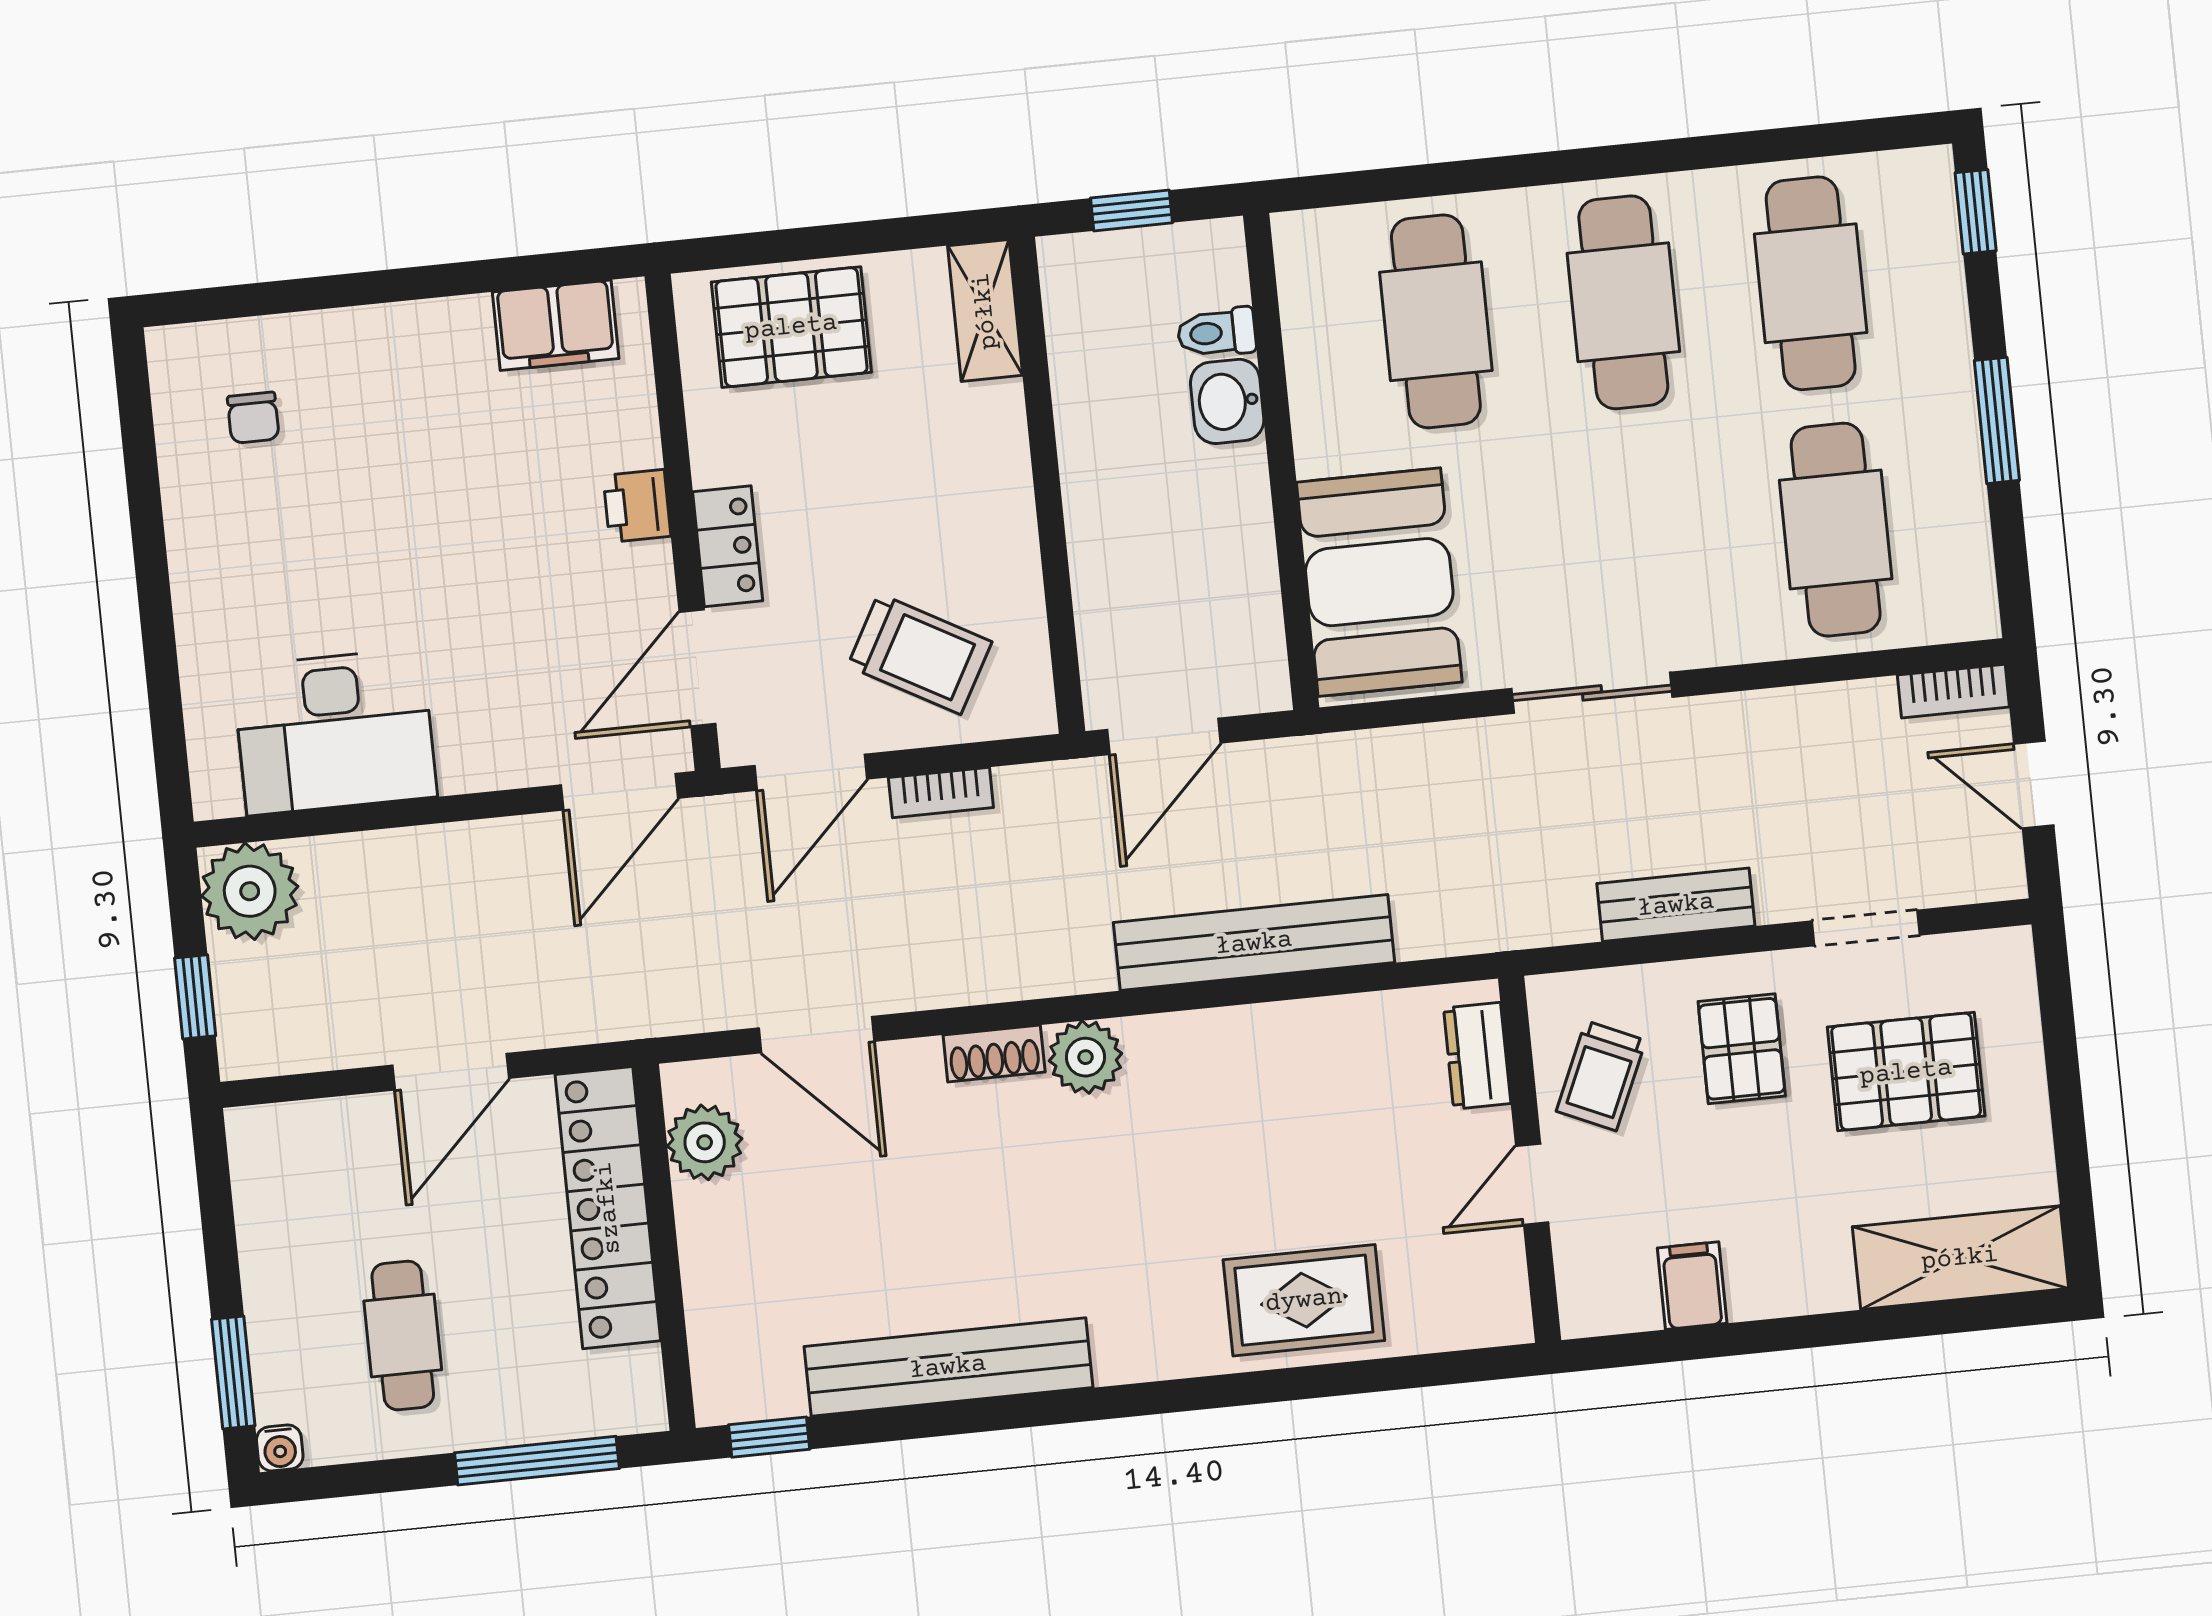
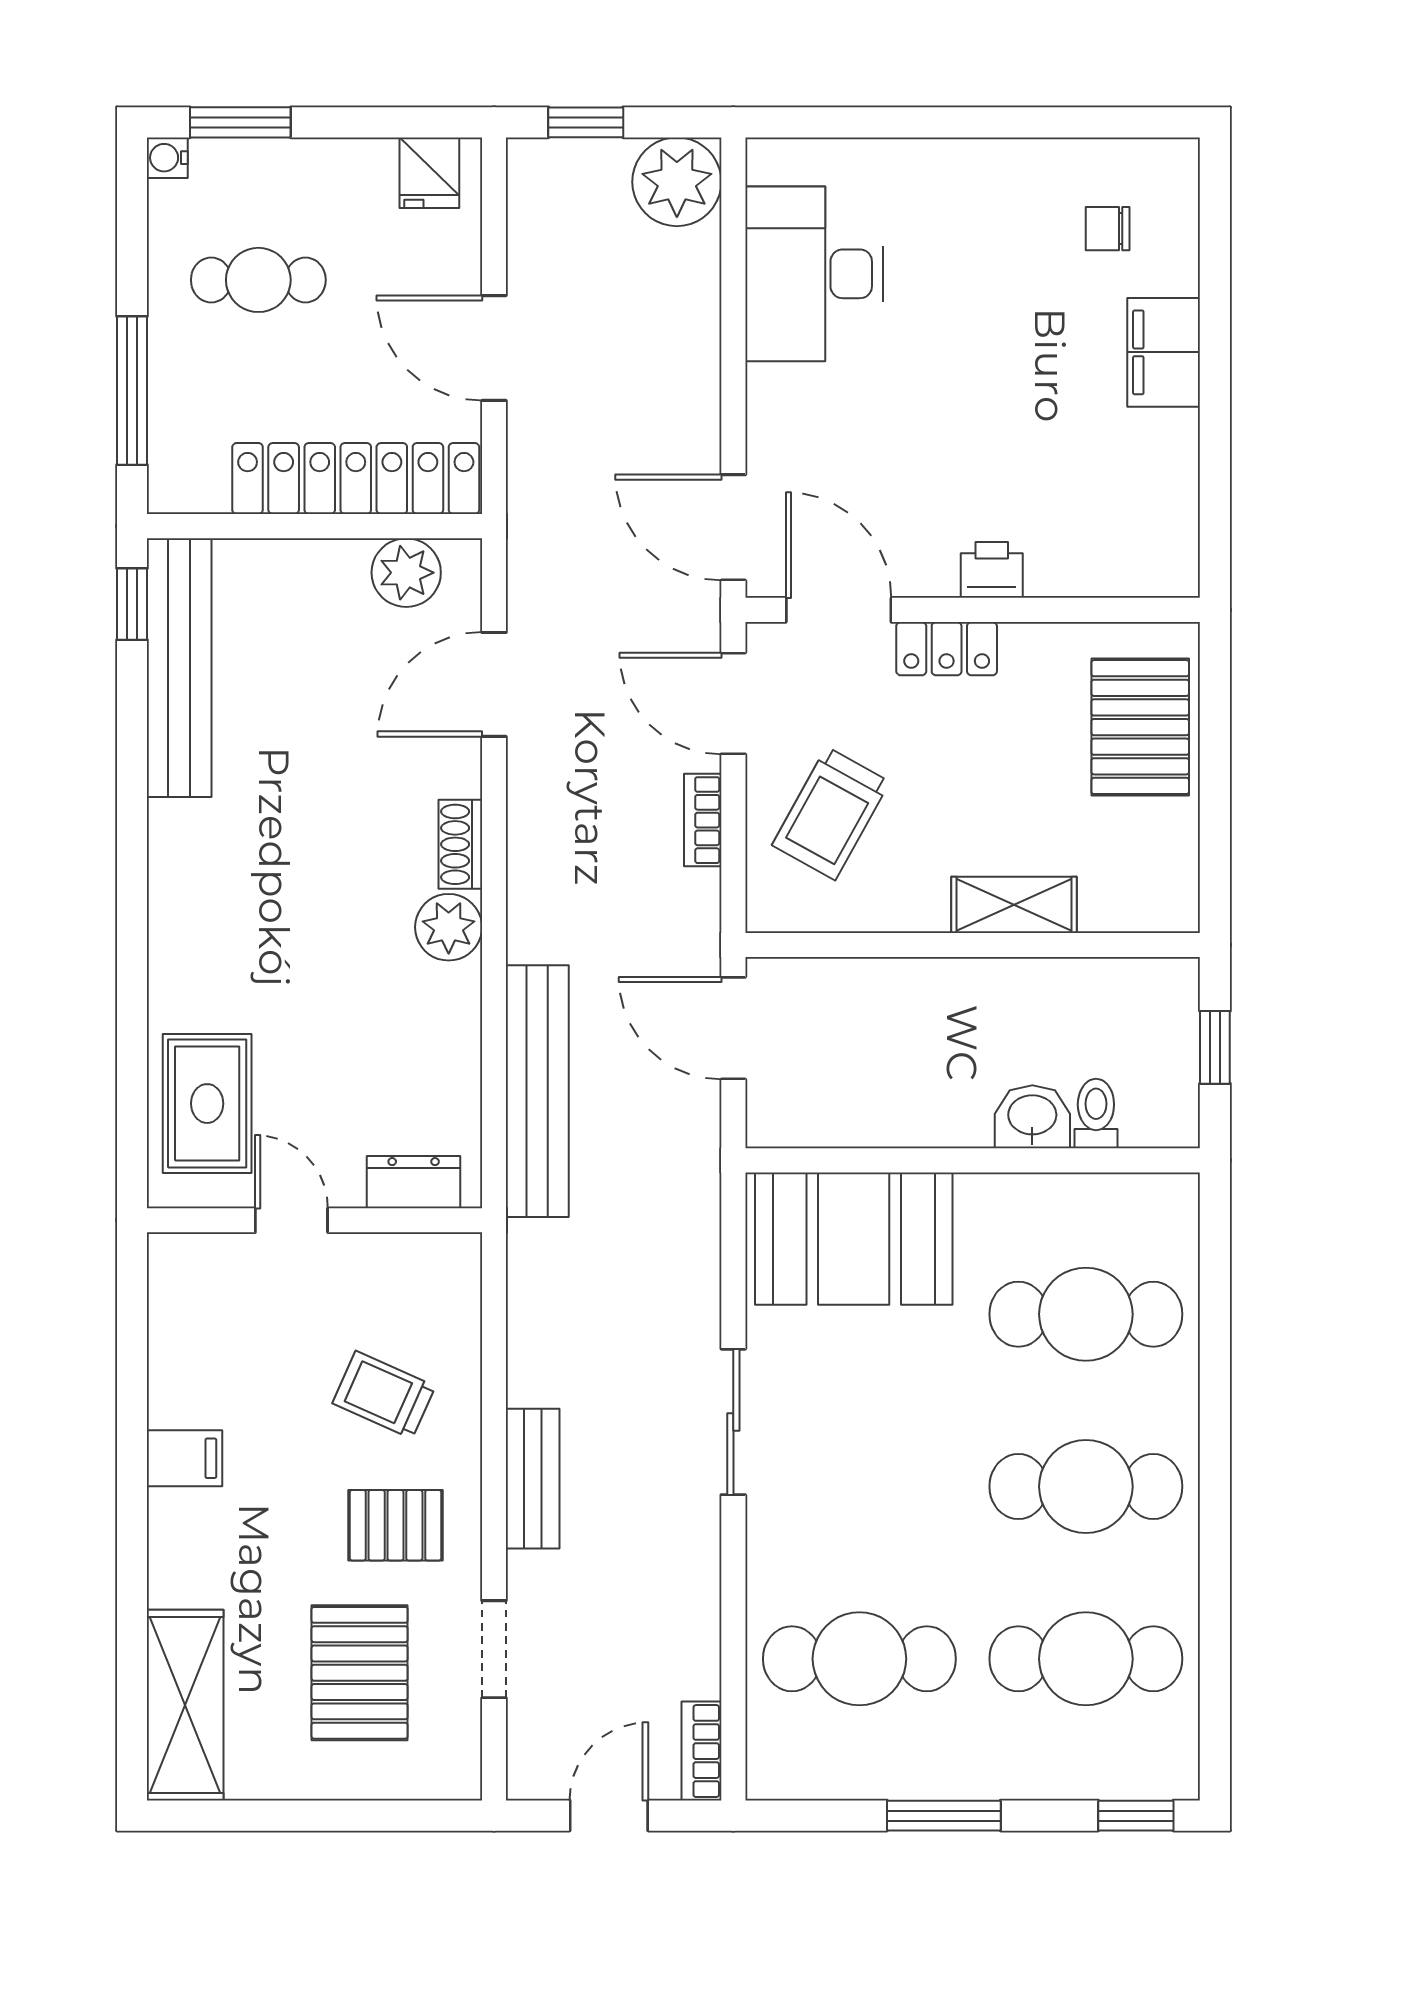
shelving: (985, 311) -> (1014, 905), moved
filing cabinet: (556, 325) -> (1164, 352), moved
dresser: (1477, 1056) -> (414, 1182), moved
wall: (1530, 1159) -> (314, 1220), moved
fridge: (267, 1161) -> (429, 173), added
door: (1532, 1184) -> (291, 1220), moved
bench: (948, 1367) -> (179, 668), moved

